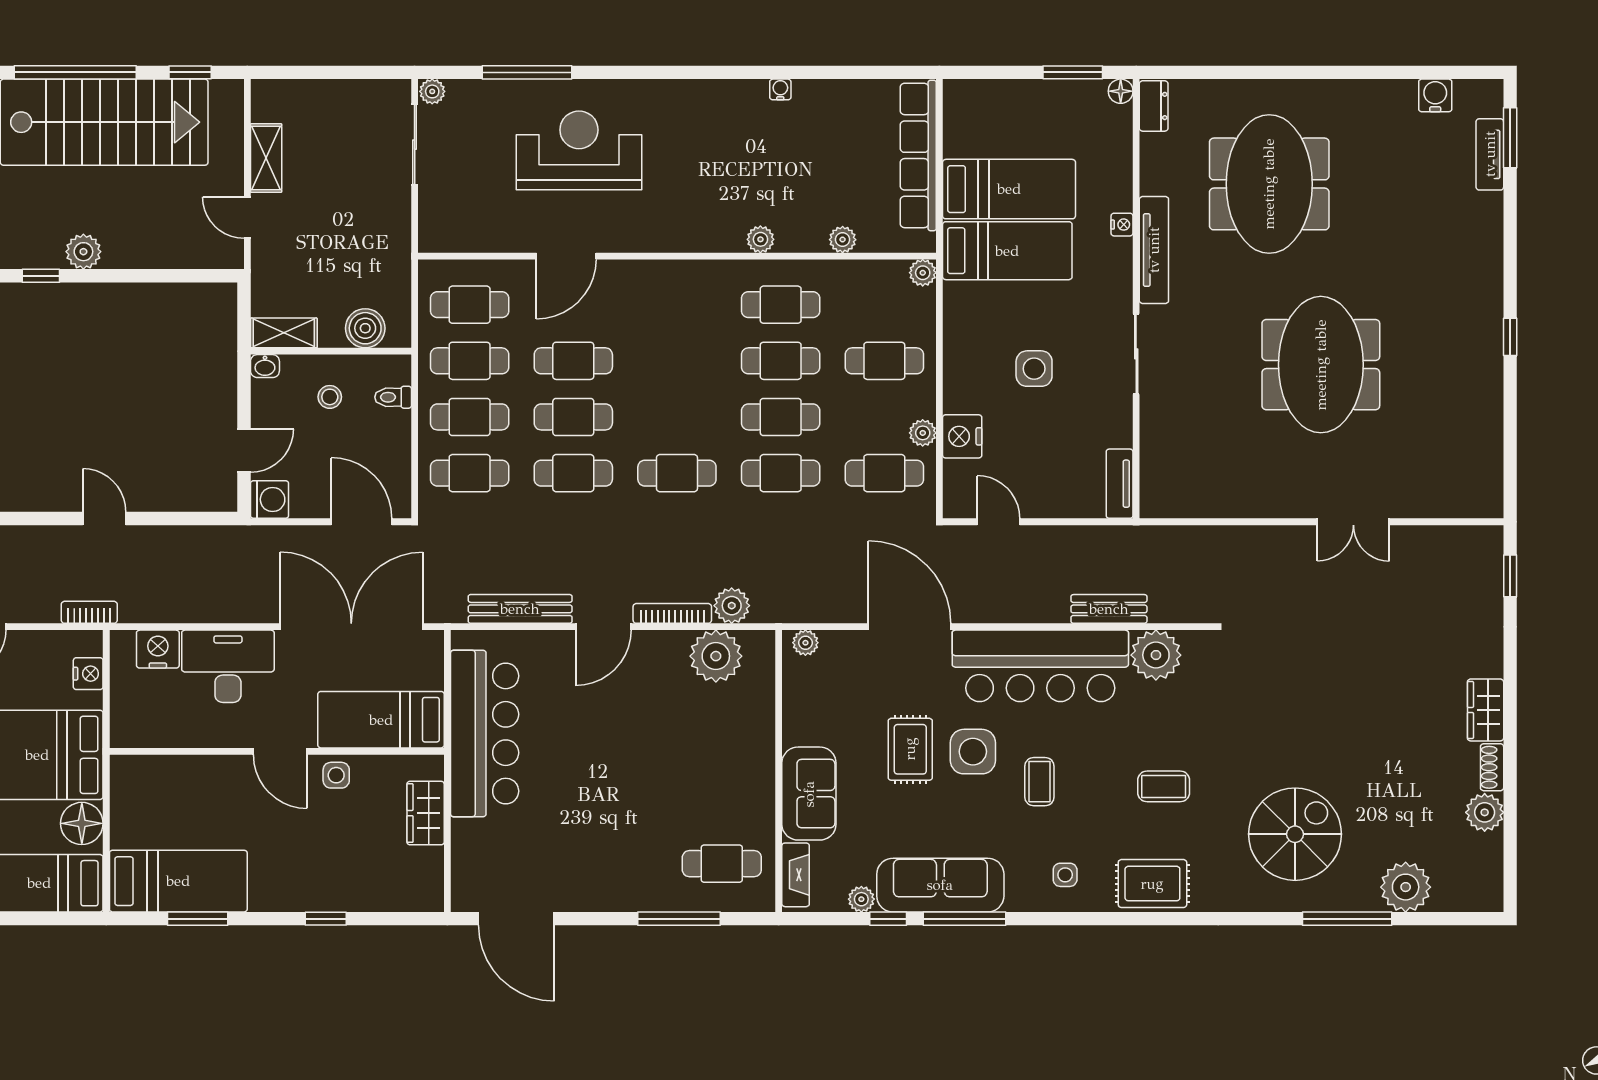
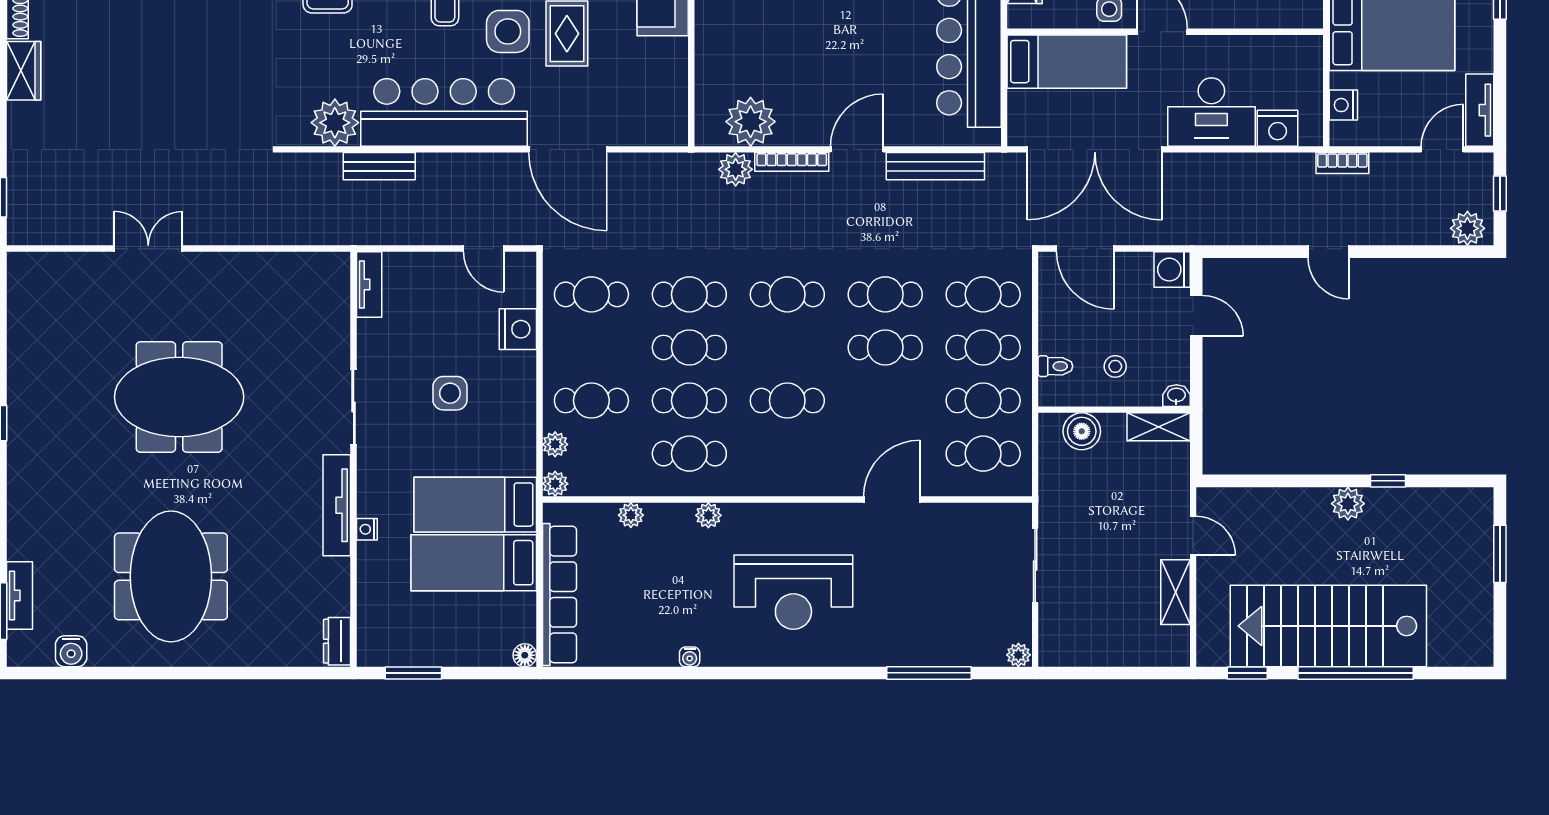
floor lamp: (1121, 91) -> (525, 655), moved
sliding door: (415, 145) -> (1035, 566), moved
reception desk: (579, 150) -> (793, 592), moved
meeting table: (1269, 184) -> (171, 576), moved
cafe table: (573, 361) -> (787, 401), moved
meeting table: (1321, 365) -> (179, 397), turned 90
plant: (923, 433) -> (555, 444), moved
door: (244, 451) -> (1196, 316), swing flipped
plant: (805, 643) -> (666, 134), removed

